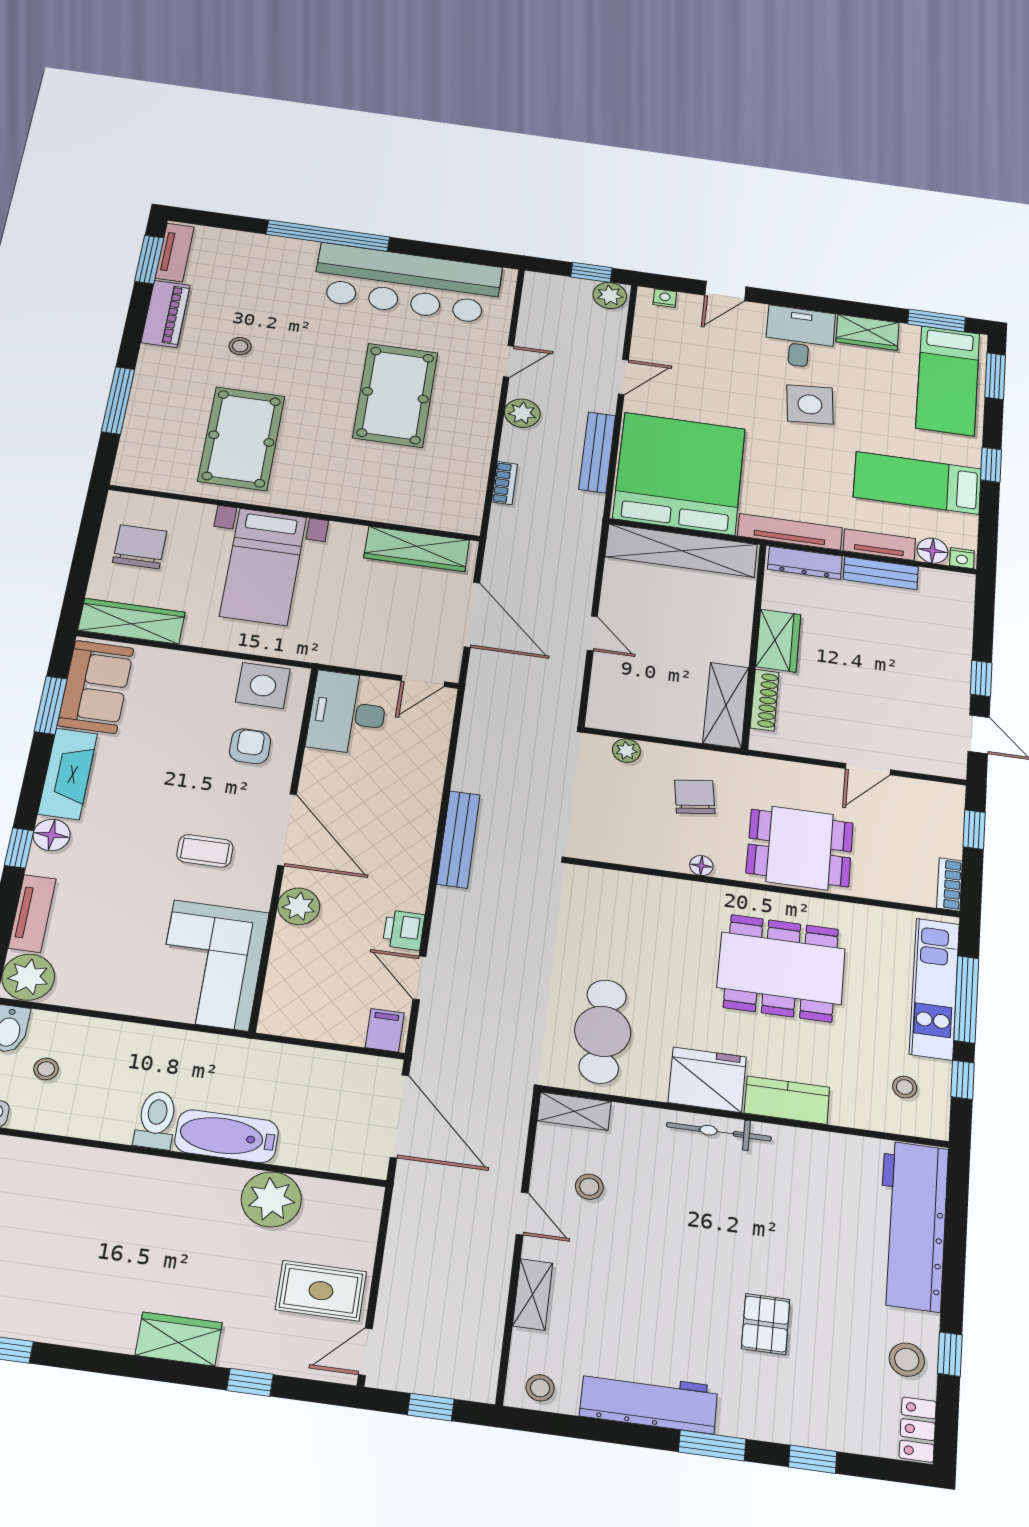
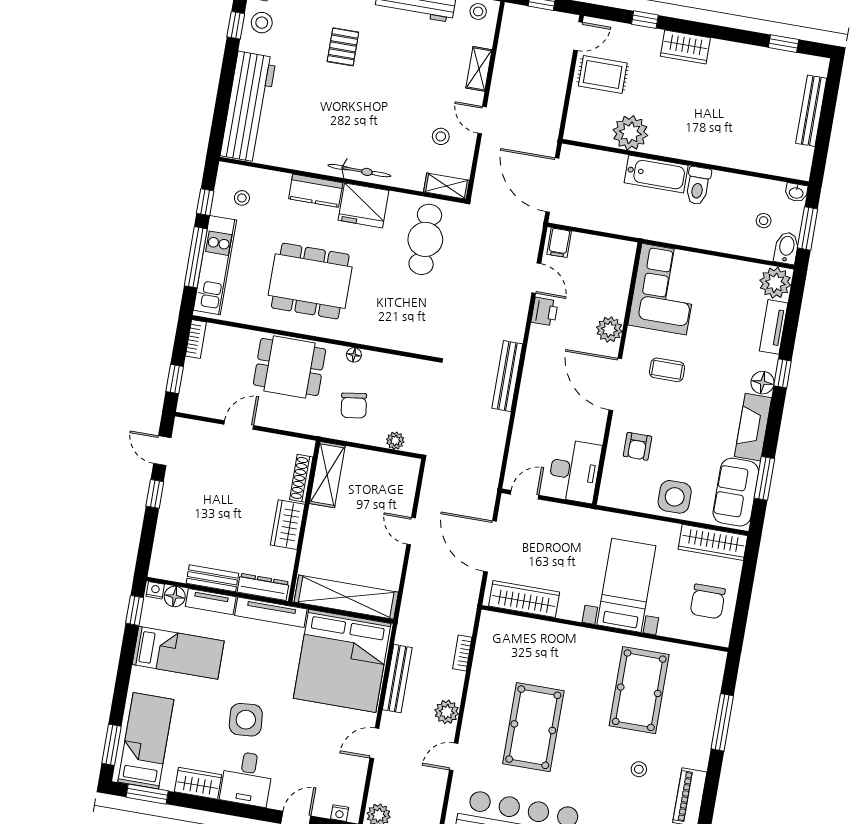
window: (991, 465) -> (135, 610), moved
side table: (263, 685) -> (675, 497), moved

